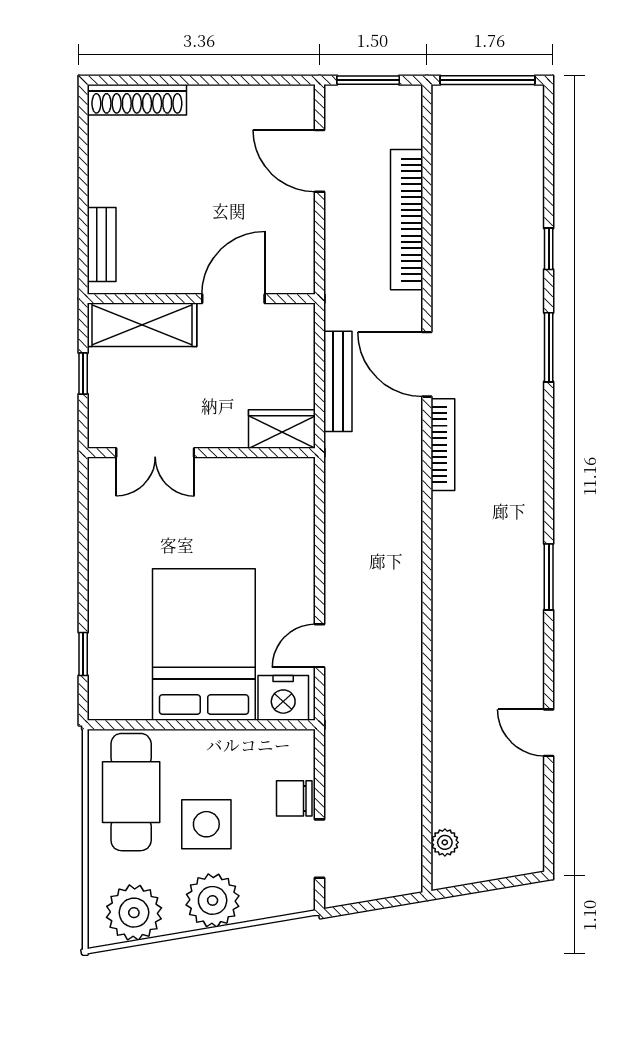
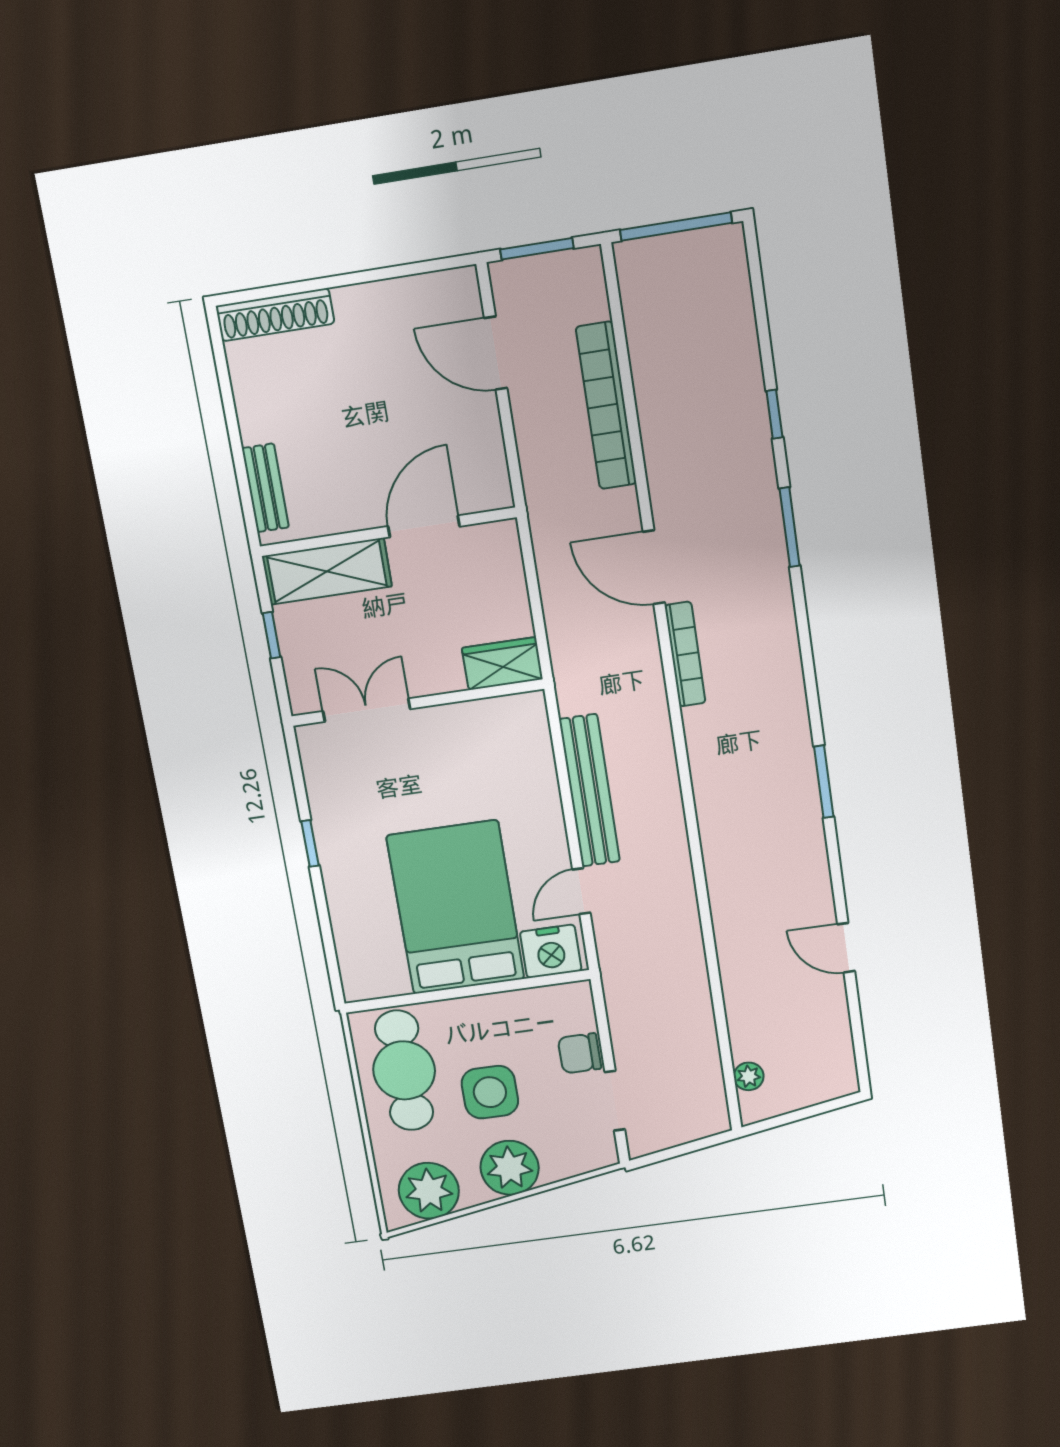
bench: (338, 381) -> (589, 791), moved, width x1.37, depth x1.21
double door: (155, 453) -> (367, 710), swing flipped
window: (83, 654) -> (310, 843), moved

